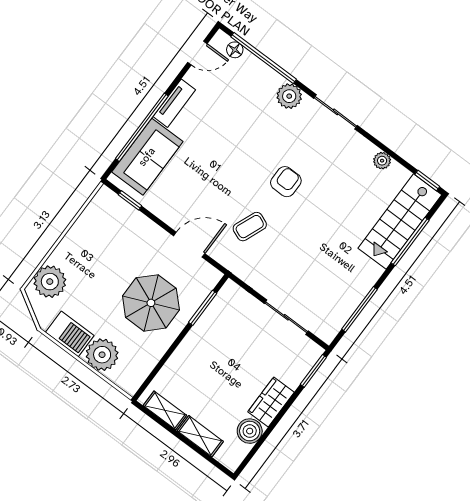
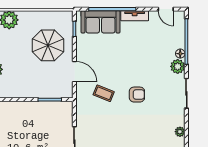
floor lamp: (235, 50) -> (180, 54), moved
parasol: (151, 303) -> (48, 45), moved

